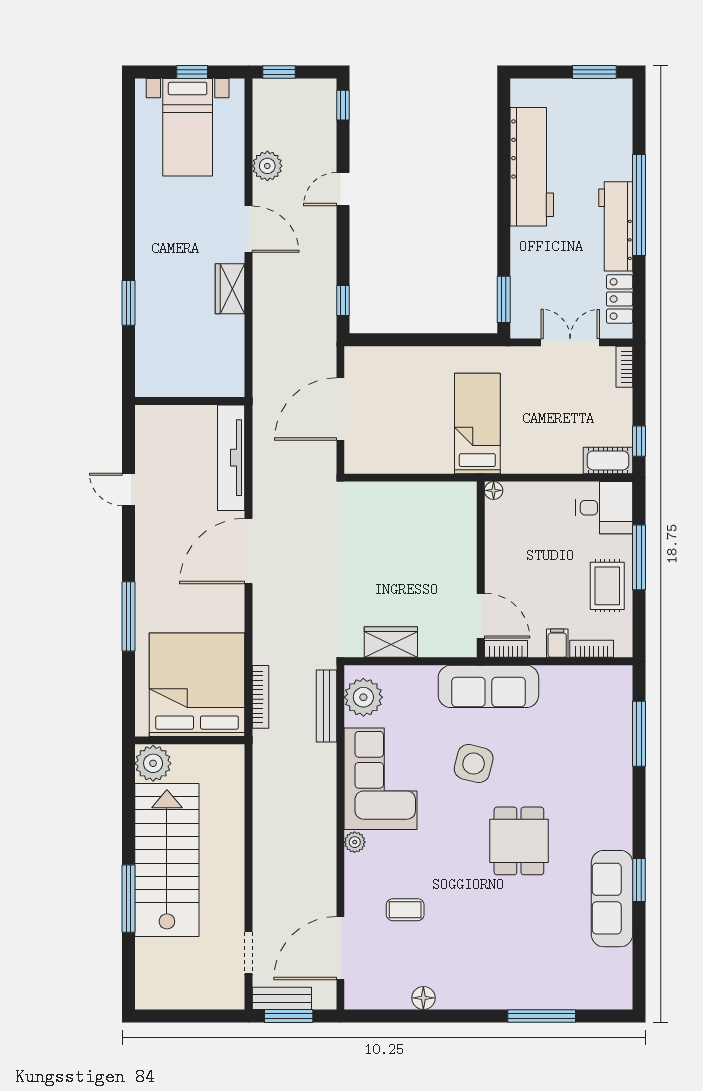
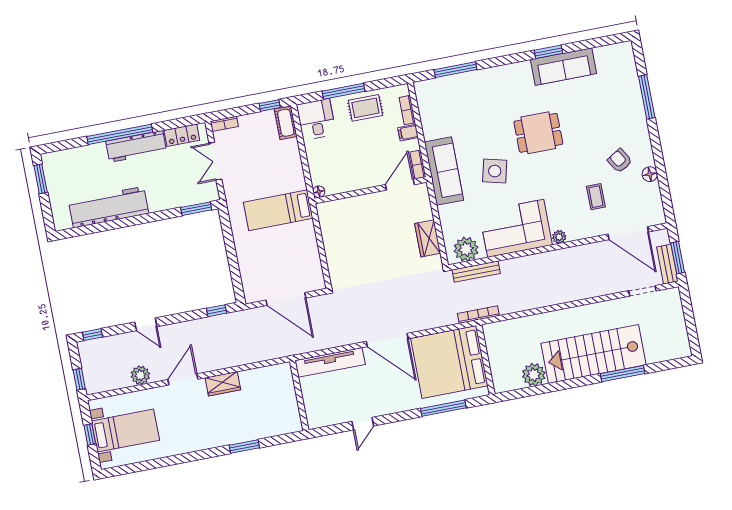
bed: (197, 685) -> (449, 362), moved
wall: (190, 740) -> (486, 360), moved
armchair: (453, 956) -> (620, 161), added

